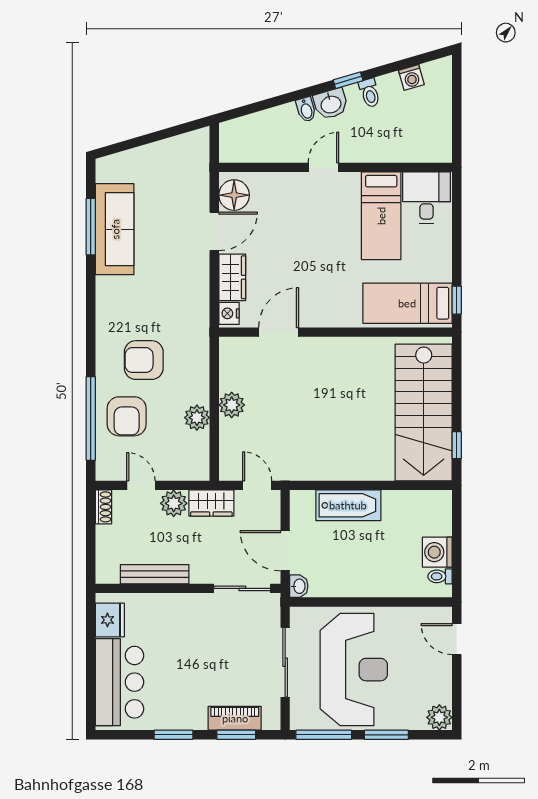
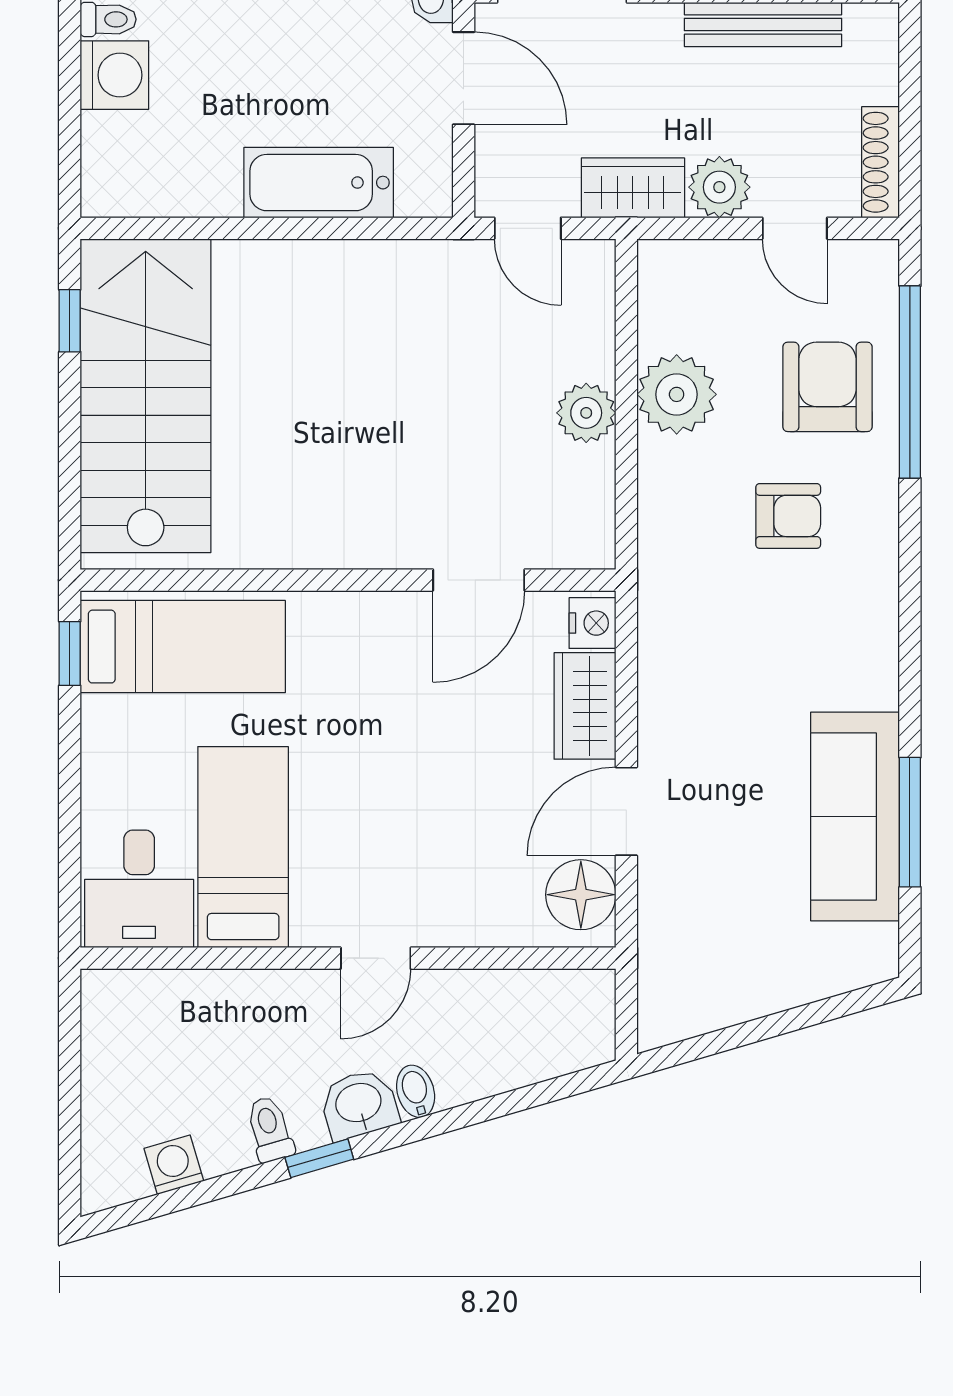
armchair: (144, 360) -> (788, 516), width x0.72, depth x0.72
plant: (197, 418) -> (677, 394), width x1.36, depth x1.36
shoe rack: (104, 507) -> (881, 162), width x1.43

